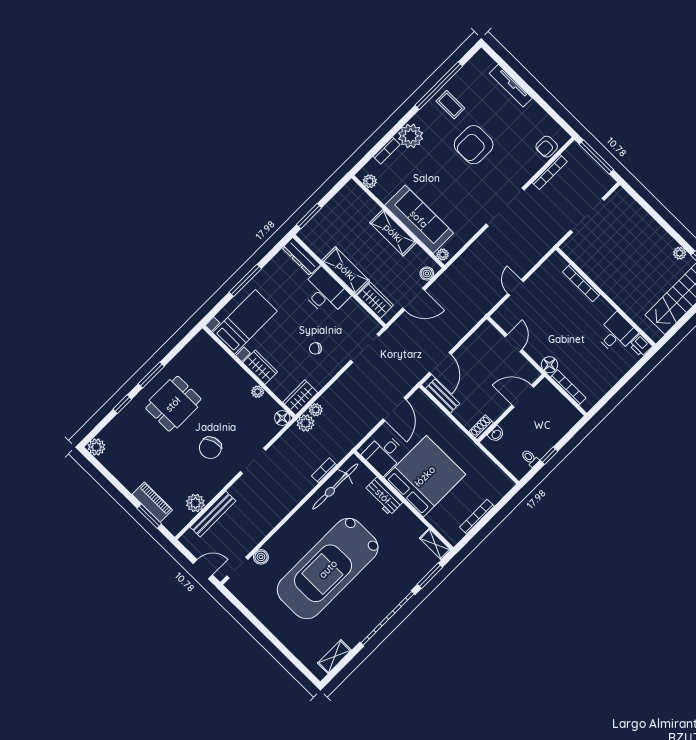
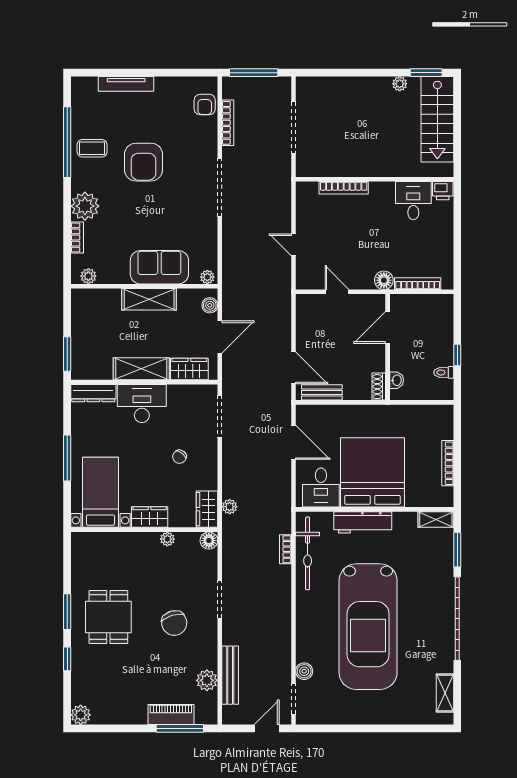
sofa: (419, 219) -> (159, 267), width x0.73
plant: (306, 423) -> (232, 526), removed
workbench: (383, 496) -> (363, 522), width x1.38
window: (149, 516) -> (180, 728), width x1.44

